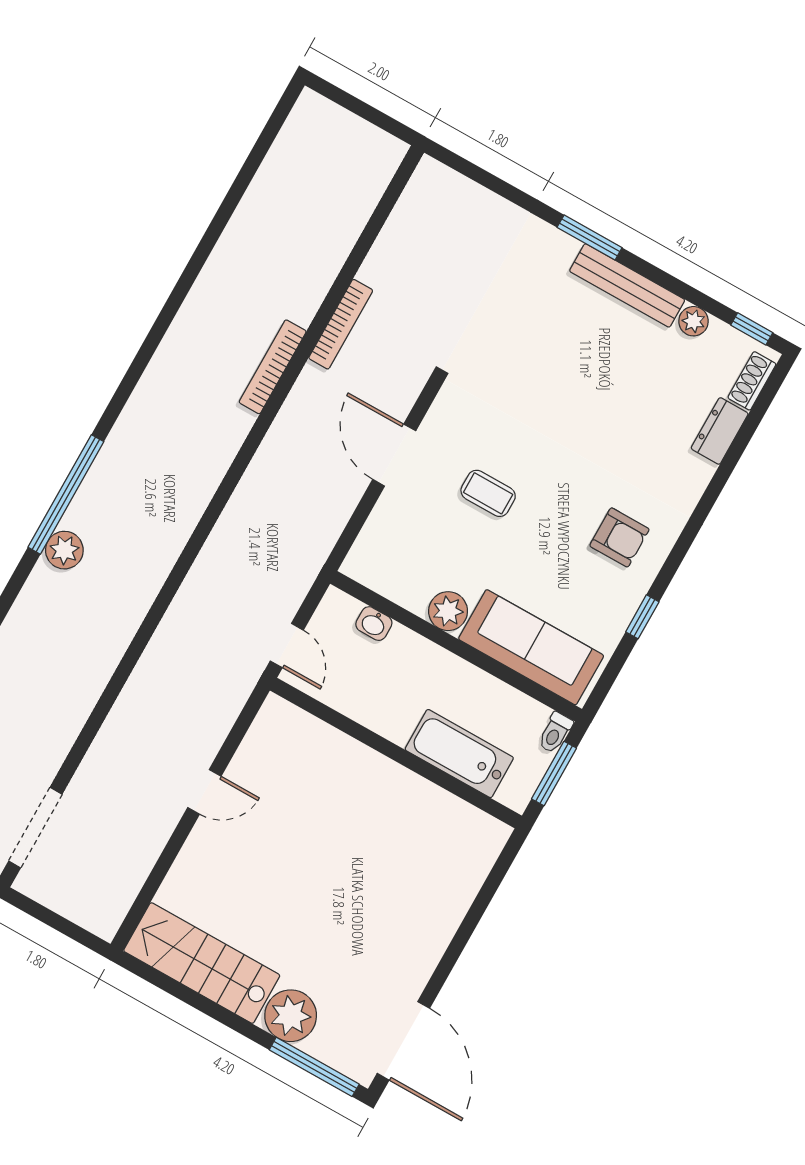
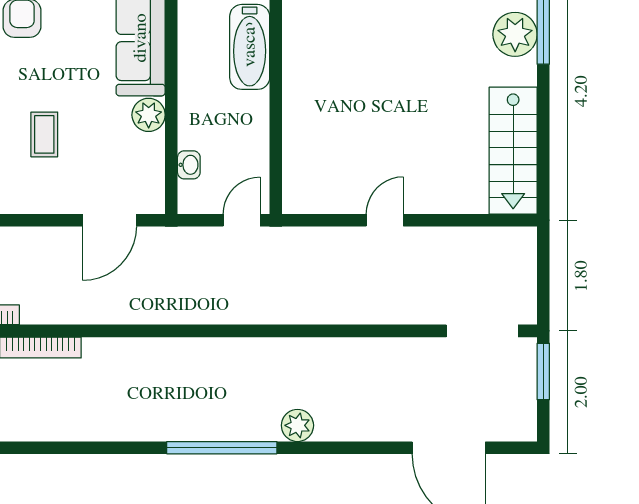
door: (394, 455) -> (110, 220), moved
plant: (64, 550) -> (297, 425), moved
door: (204, 792) -> (385, 220), hinge flipped
plant: (291, 1016) -> (515, 34), moved

